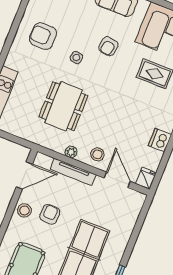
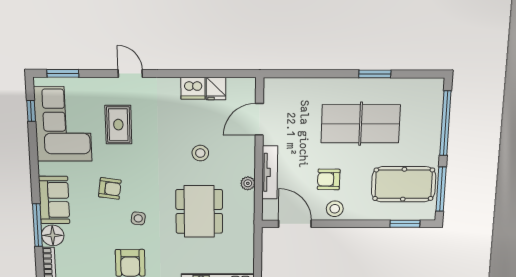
dining table: (63, 106) -> (199, 211), turned 90
stool: (97, 154) -> (200, 153), moved
fridge: (146, 178) -> (216, 89), moved, turned -90

